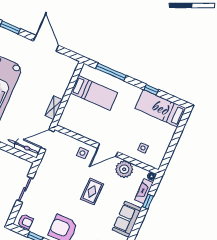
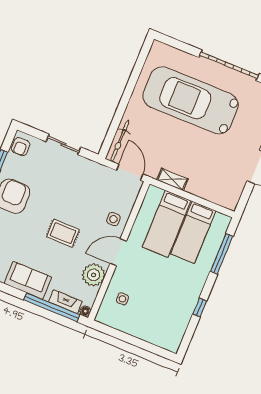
bed: (160, 108) -> (167, 224), moved, turned 180
door: (108, 150) -> (118, 252), hinge flipped
window: (148, 202) -> (52, 307), width x3.17

